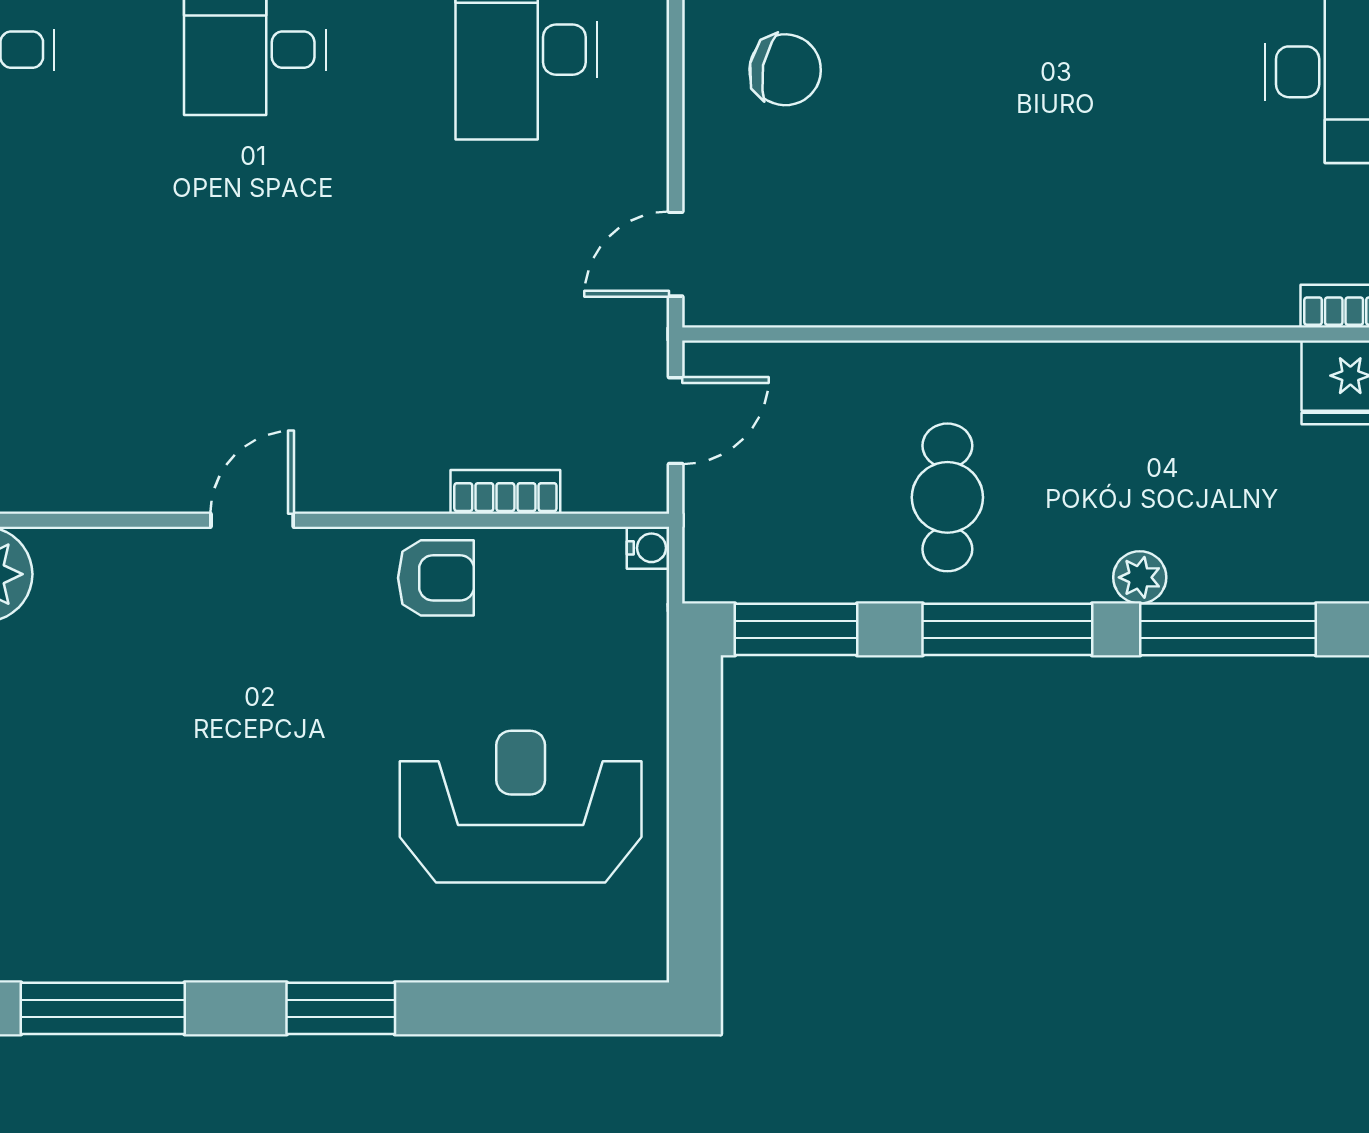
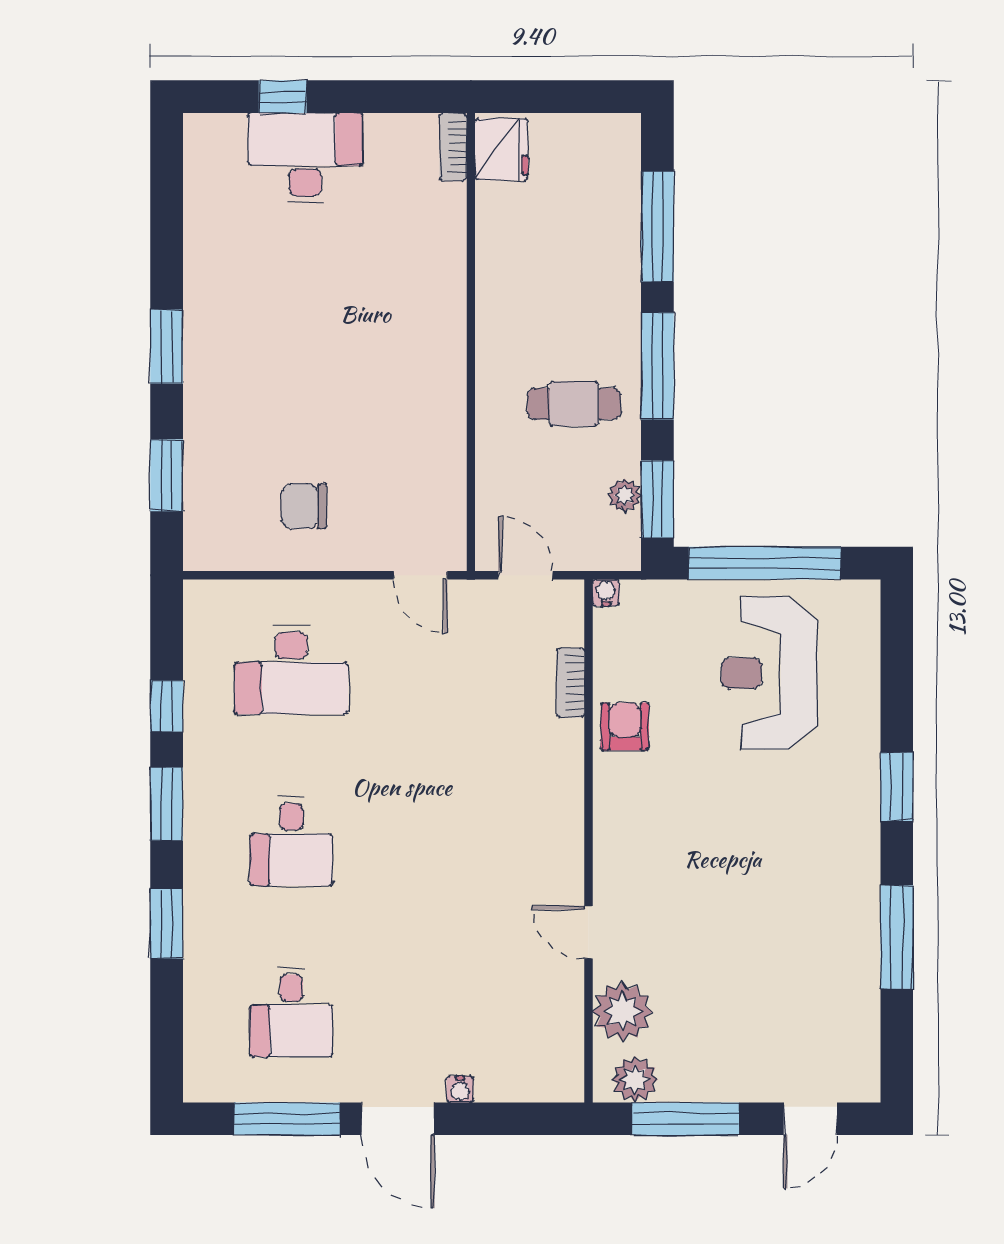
chair: (785, 70) -> (304, 506), turned -101
door: (252, 520) -> (588, 932), moved
plant: (1140, 577) -> (625, 495), moved
window: (695, 799) -> (765, 563), added

